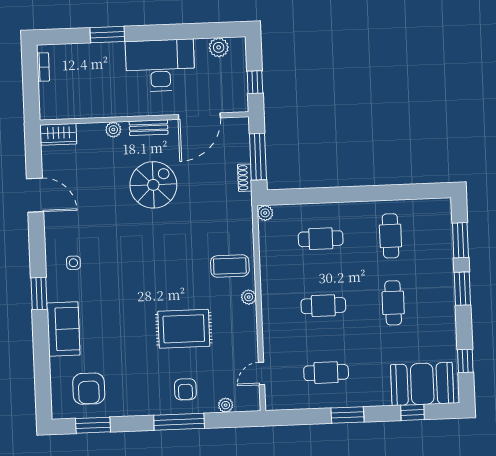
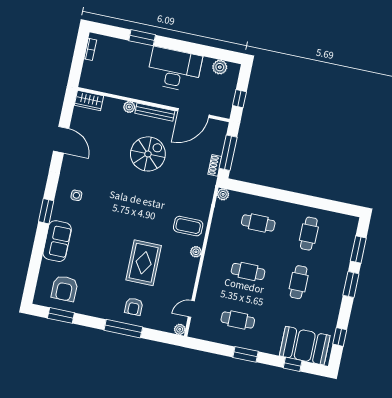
bench: (149, 128) -> (155, 112), width x1.36
rug: (184, 329) -> (144, 263), turned 90
plant: (226, 405) -> (180, 329), moved

